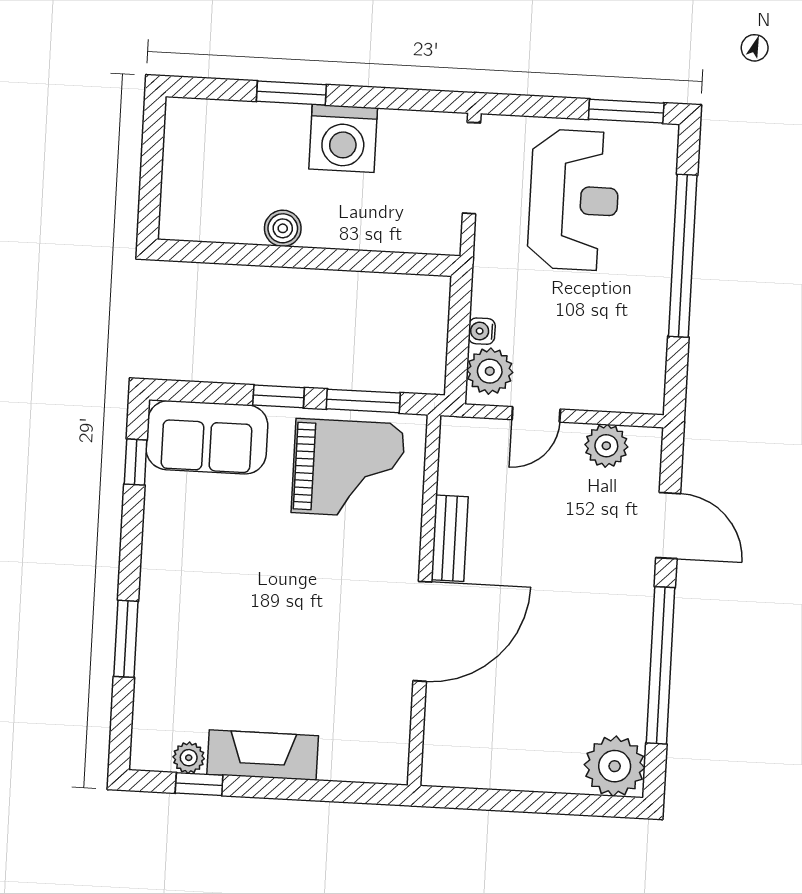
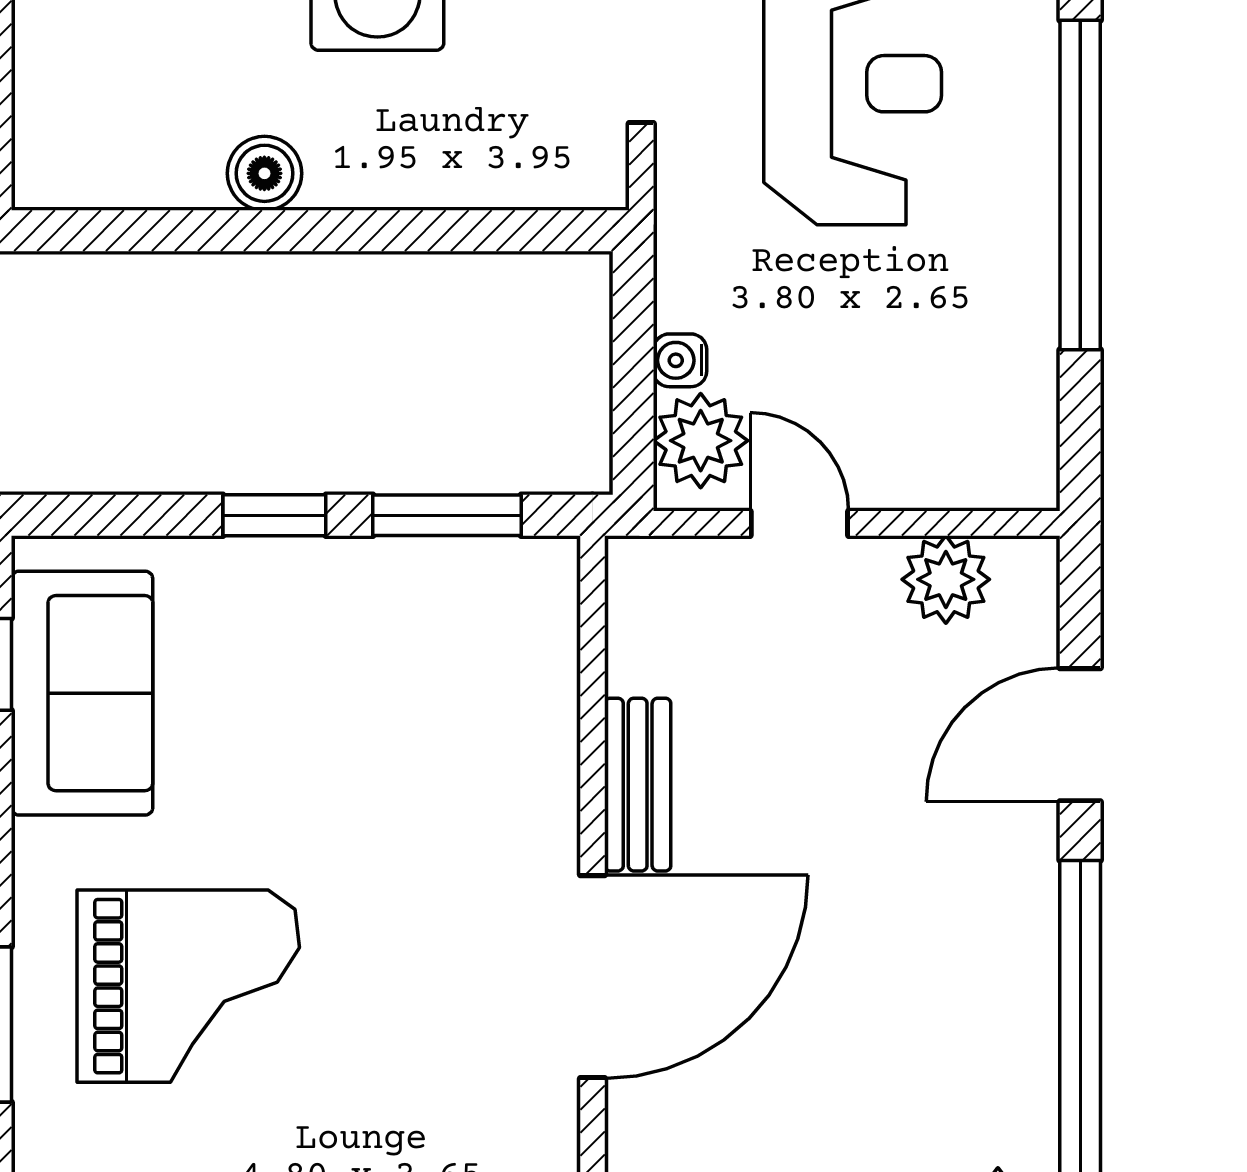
door: (536, 414) -> (799, 523), swing flipped
sofa: (207, 437) -> (82, 693), moved, turned -90
grand piano: (348, 468) -> (188, 986), moved
door: (668, 526) -> (1080, 735), swing flipped

